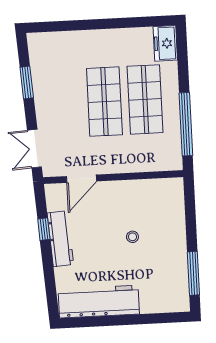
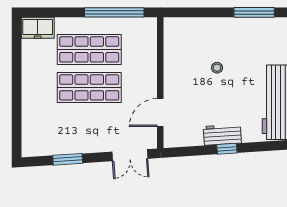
door: (82, 179) -> (160, 113), swing flipped
window: (44, 229) -> (227, 149), moved
workbench: (60, 239) -> (222, 135), width x0.73

